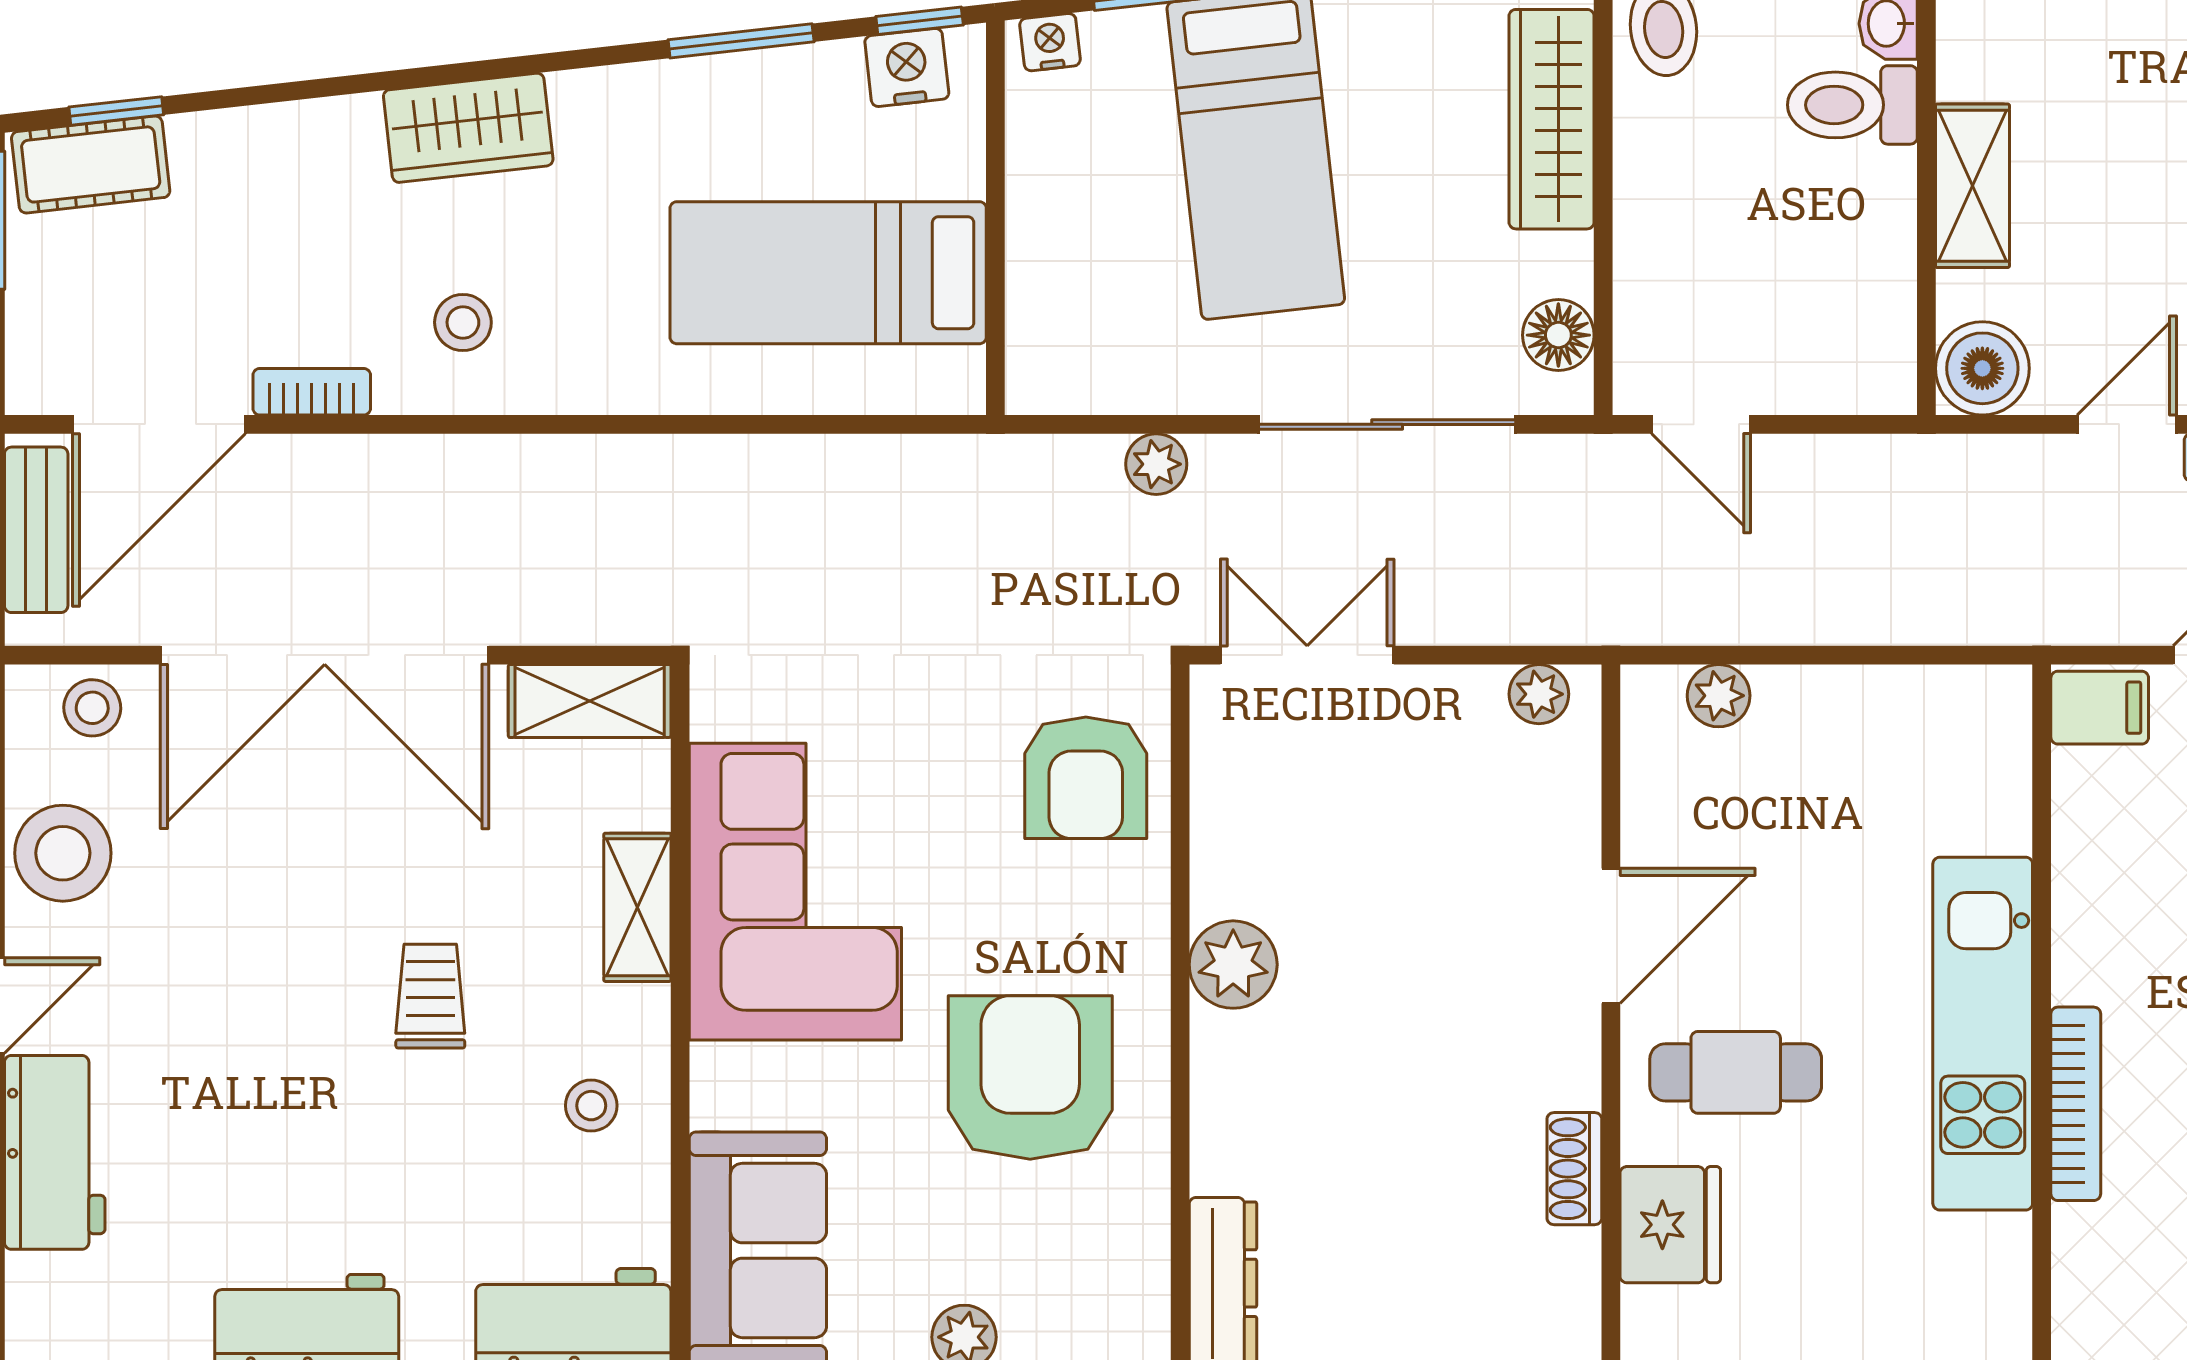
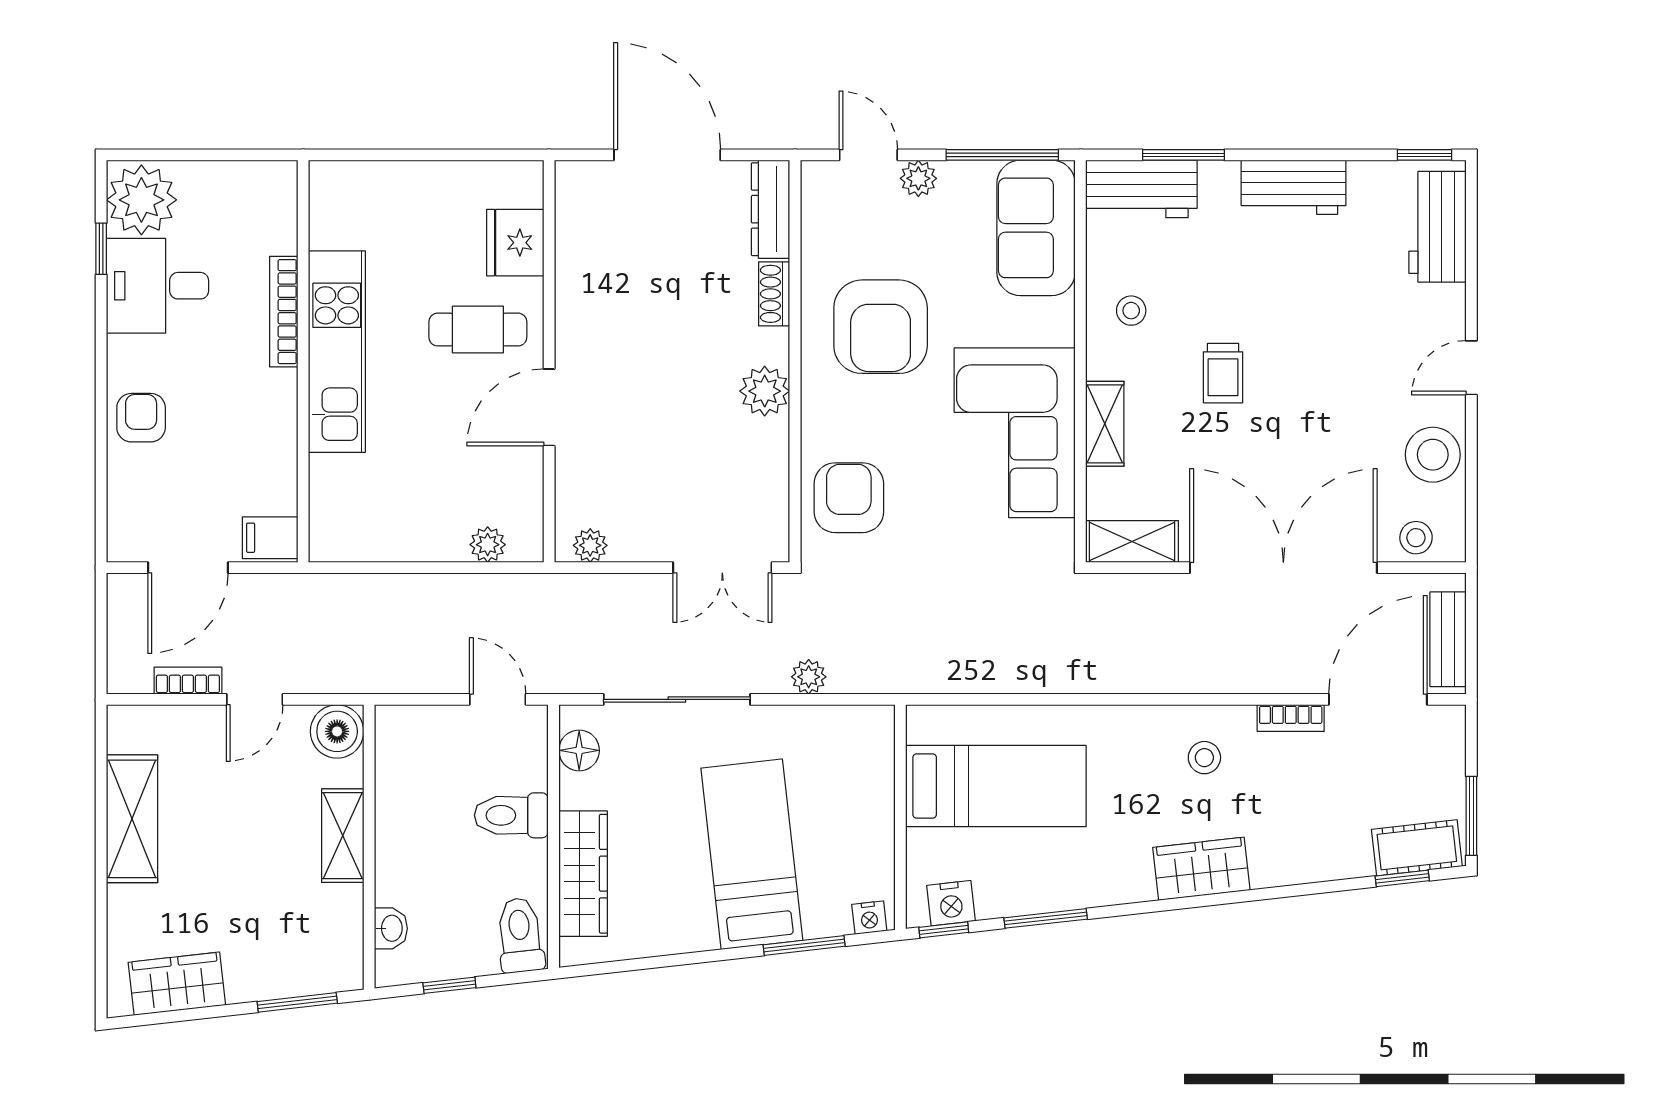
toilet: (1852, 105) -> (511, 815), moved, turned 180
workbench: (55, 1152) -> (1437, 227), moved
shoe rack: (1574, 1169) -> (774, 294), moved, turned 180

